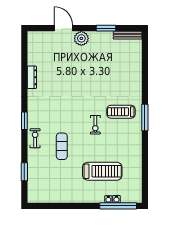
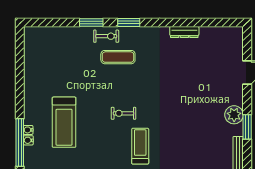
plant: (81, 38) -> (234, 115), moved
exercise mat: (62, 146) -> (118, 57), moved
window: (24, 172) -> (91, 22), moved

